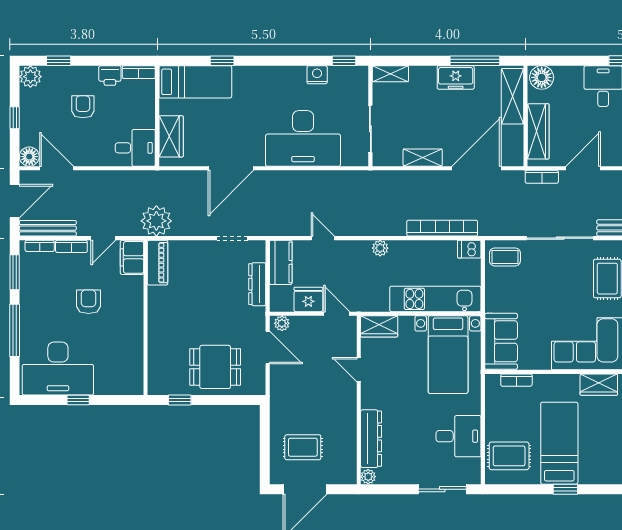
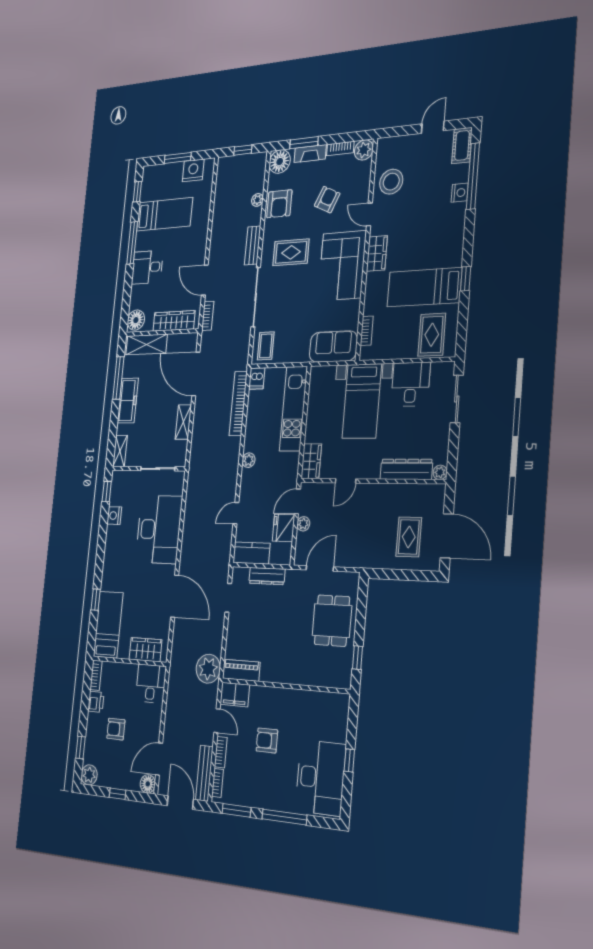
freezer: (456, 77) -> (128, 401), width x1.40
plant: (282, 323) -> (303, 524), moved
bed with nightstands: (448, 355) -> (362, 401), moved, turned 90

